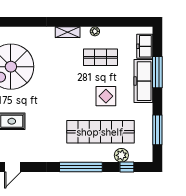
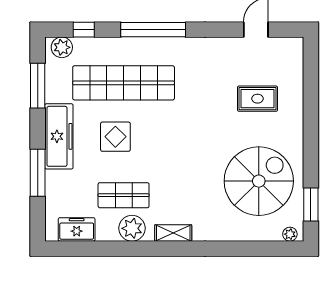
plant: (95, 31) -> (132, 228), width x1.88, depth x1.88
freezer: (145, 46) -> (77, 229), moved, turned -90
freezer: (143, 81) -> (59, 136), moved
plant: (121, 155) -> (62, 47), moved

